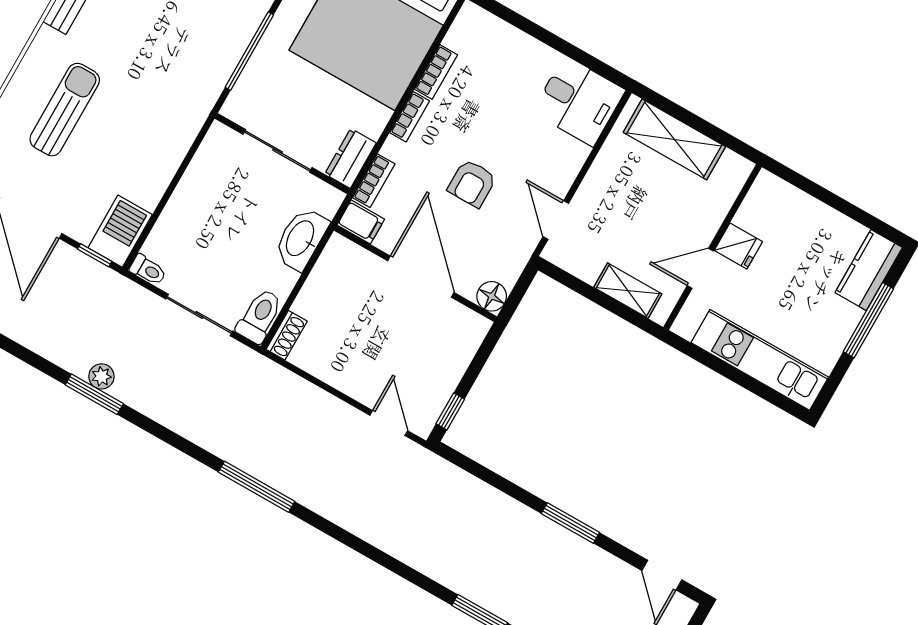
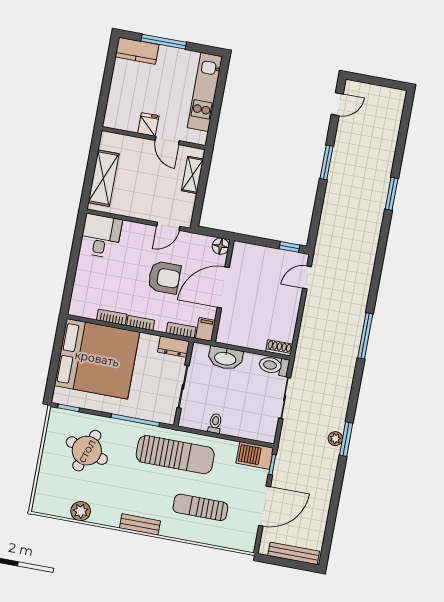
sun lounger: (168, 98) -> (175, 455), added
armchair: (472, 183) -> (164, 277), width x1.38, depth x1.38
toilet: (148, 270) -> (215, 423), moved

